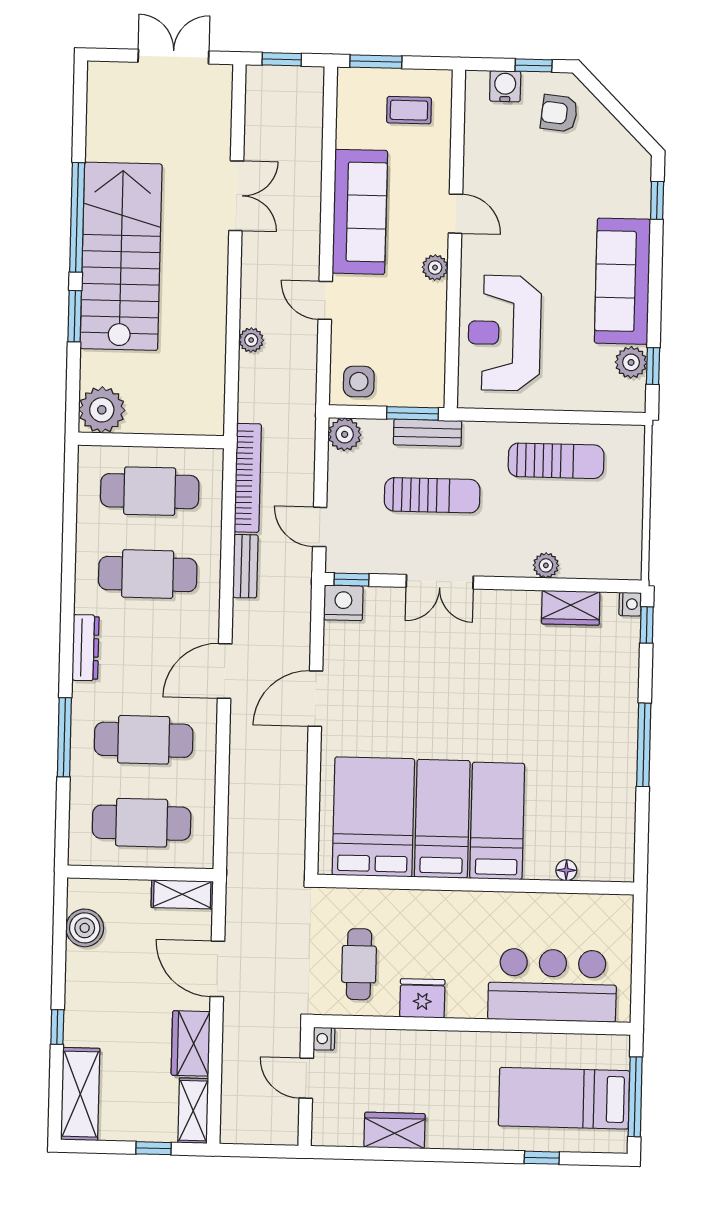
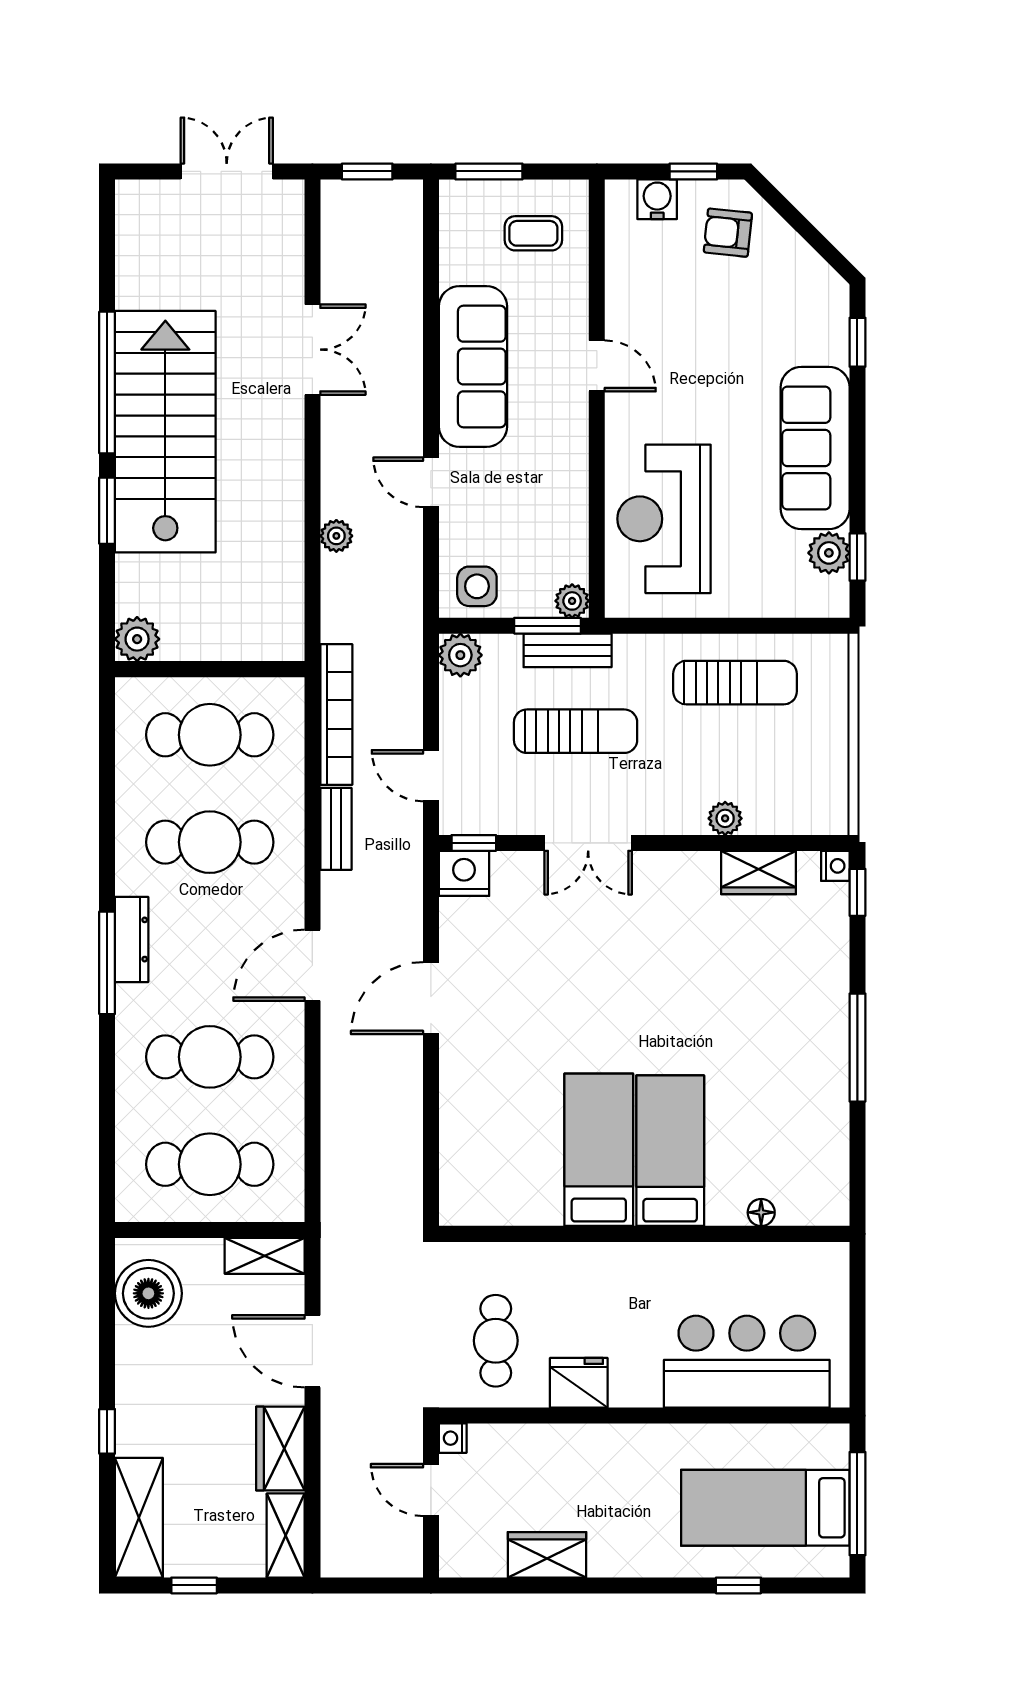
plant: (435, 268) -> (572, 601), moved
plant: (102, 410) -> (137, 639), width x0.73, depth x0.73
window: (64, 737) -> (107, 963), moved
bed: (373, 817) -> (510, 1149), removed
boiler: (85, 928) -> (148, 1293), width x1.37, depth x1.37
window: (154, 1148) -> (194, 1585), moved

